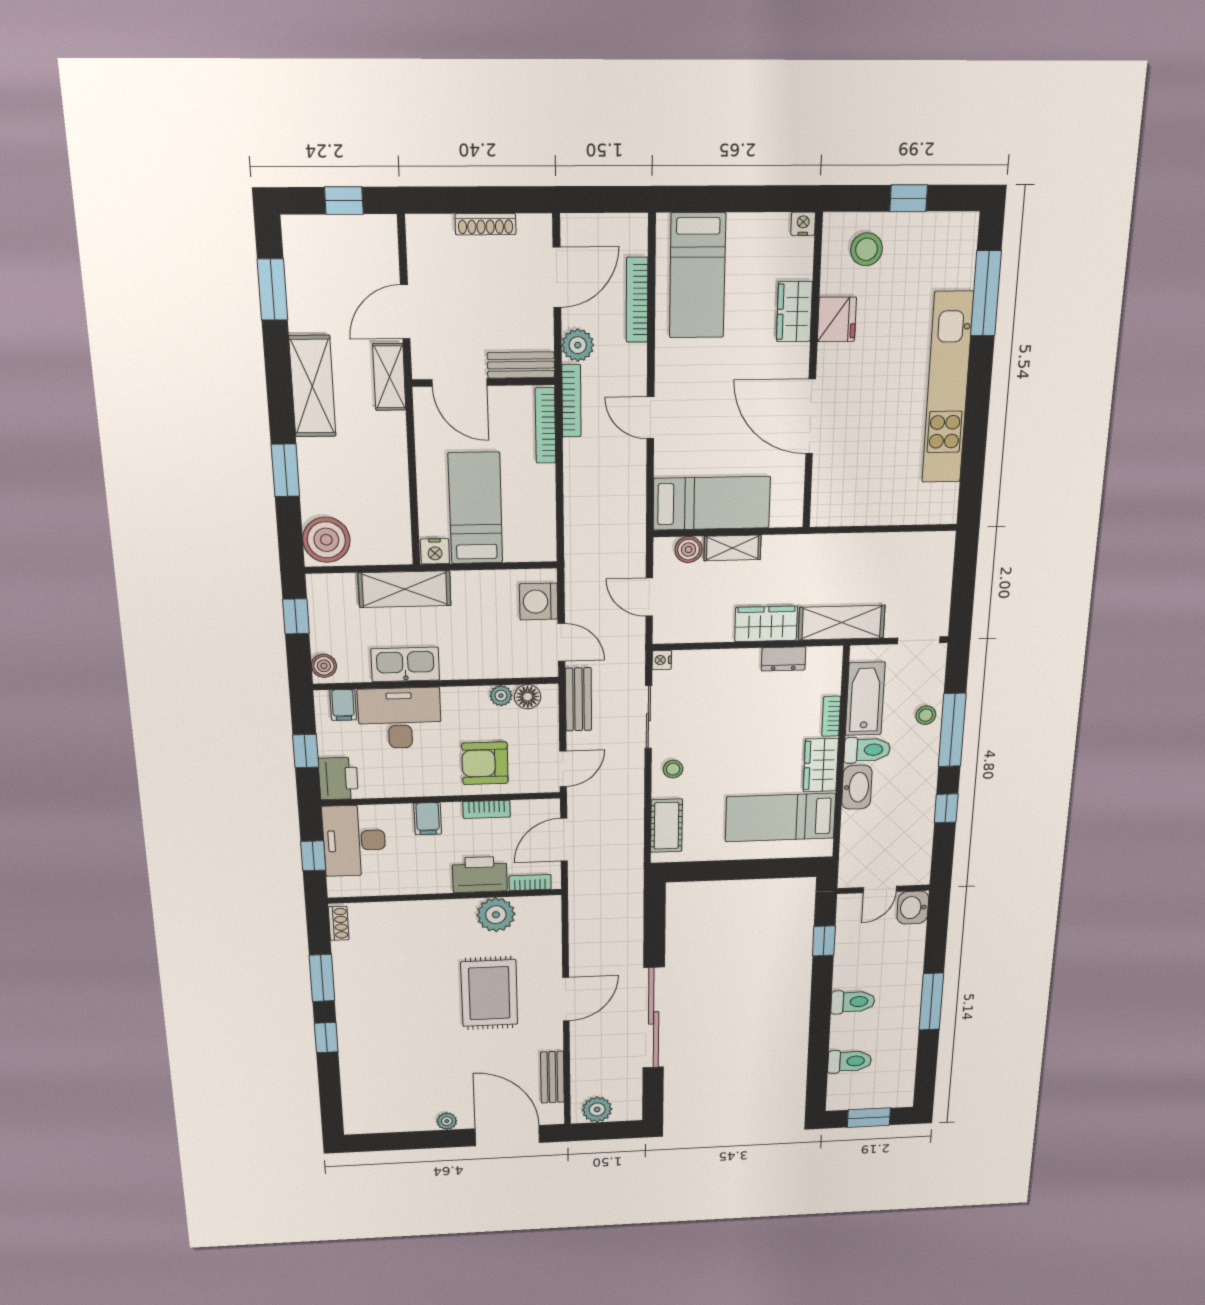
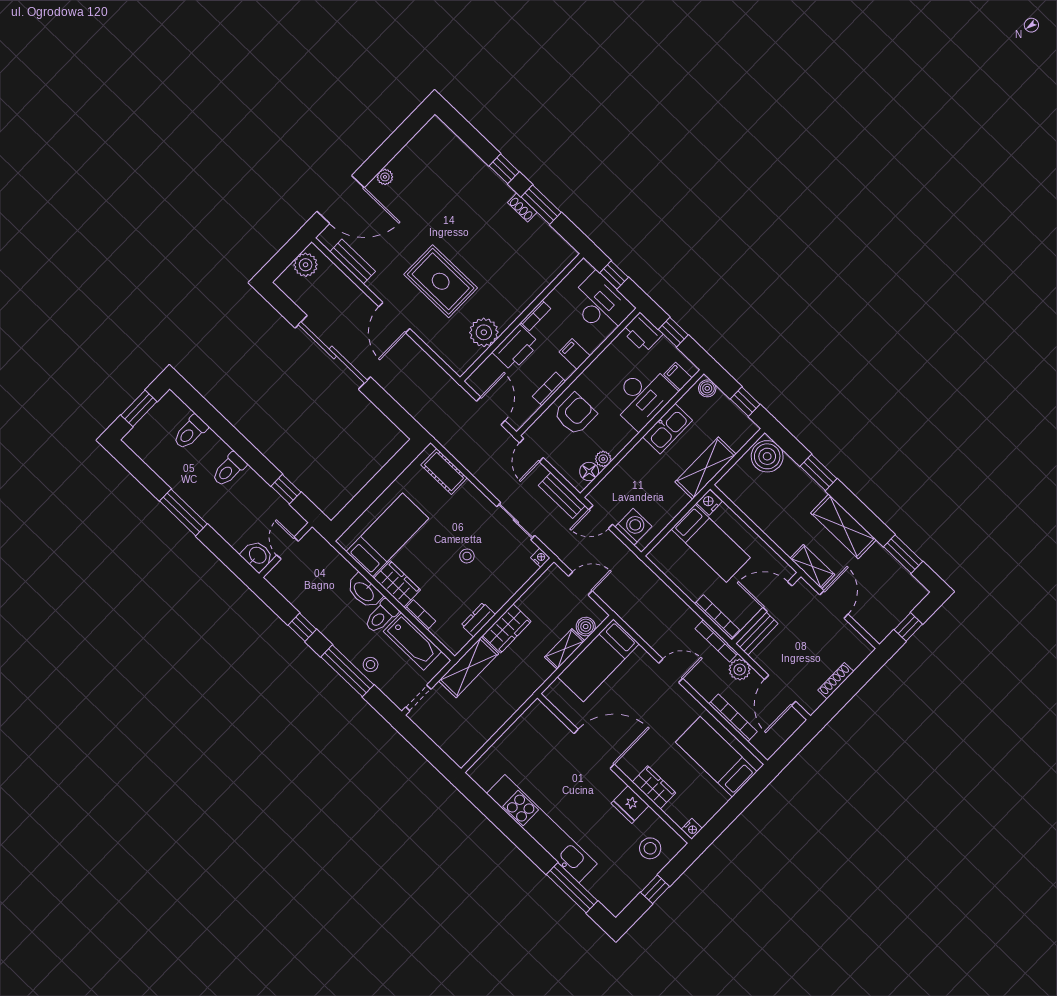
stool: (673, 769) -> (467, 556), moved
bookcase: (530, 883) -> (536, 315), moved
shoe rack: (339, 923) -> (522, 207), moved

